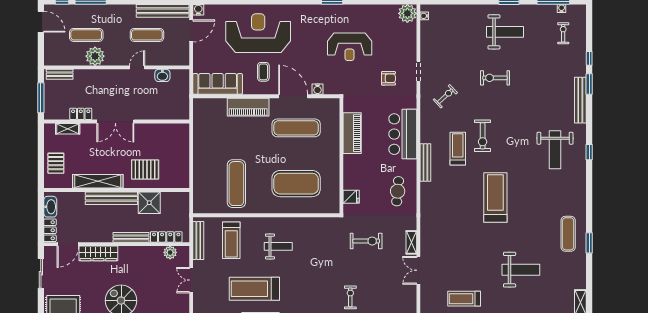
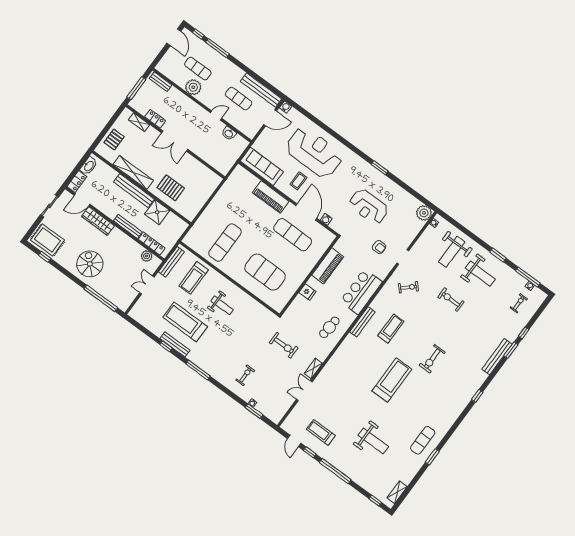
exercise bike: (483, 136) -> (432, 359), moved
weight bench: (555, 150) -> (452, 252), moved
fridge: (351, 197) -> (307, 292), moved

